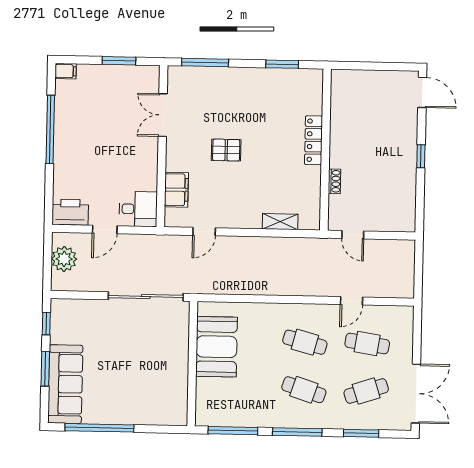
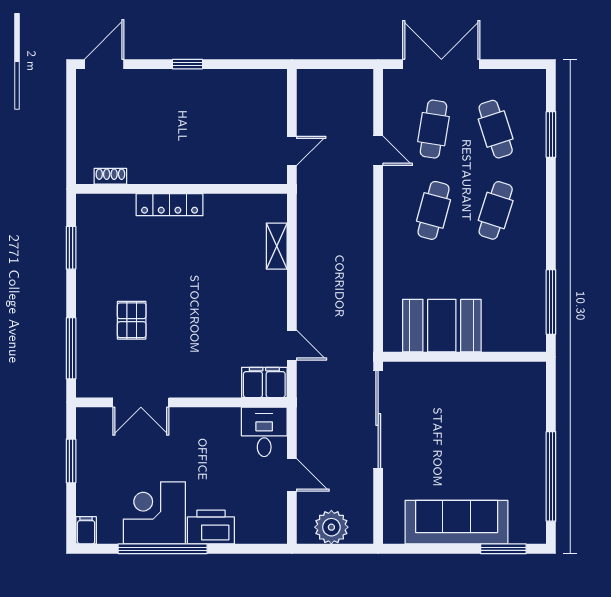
corner desk: (78, 124) -> (154, 513), added
pallet: (226, 150) -> (132, 320), moved
shoe rack: (334, 181) -> (110, 176), moved
filing cabinet: (176, 190) -> (264, 382), moved
printer: (70, 212) -> (211, 527), moved, turned 90
window: (46, 324) -> (416, 549), removed
window: (45, 369) -> (503, 549), moved
sofa: (65, 384) -> (457, 522), moved
double door: (416, 394) -> (441, 64), moved
window: (297, 432) -> (551, 218), removed

